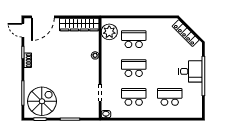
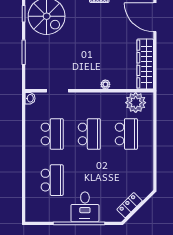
locker: (186, 33) -> (130, 205), width x0.66

